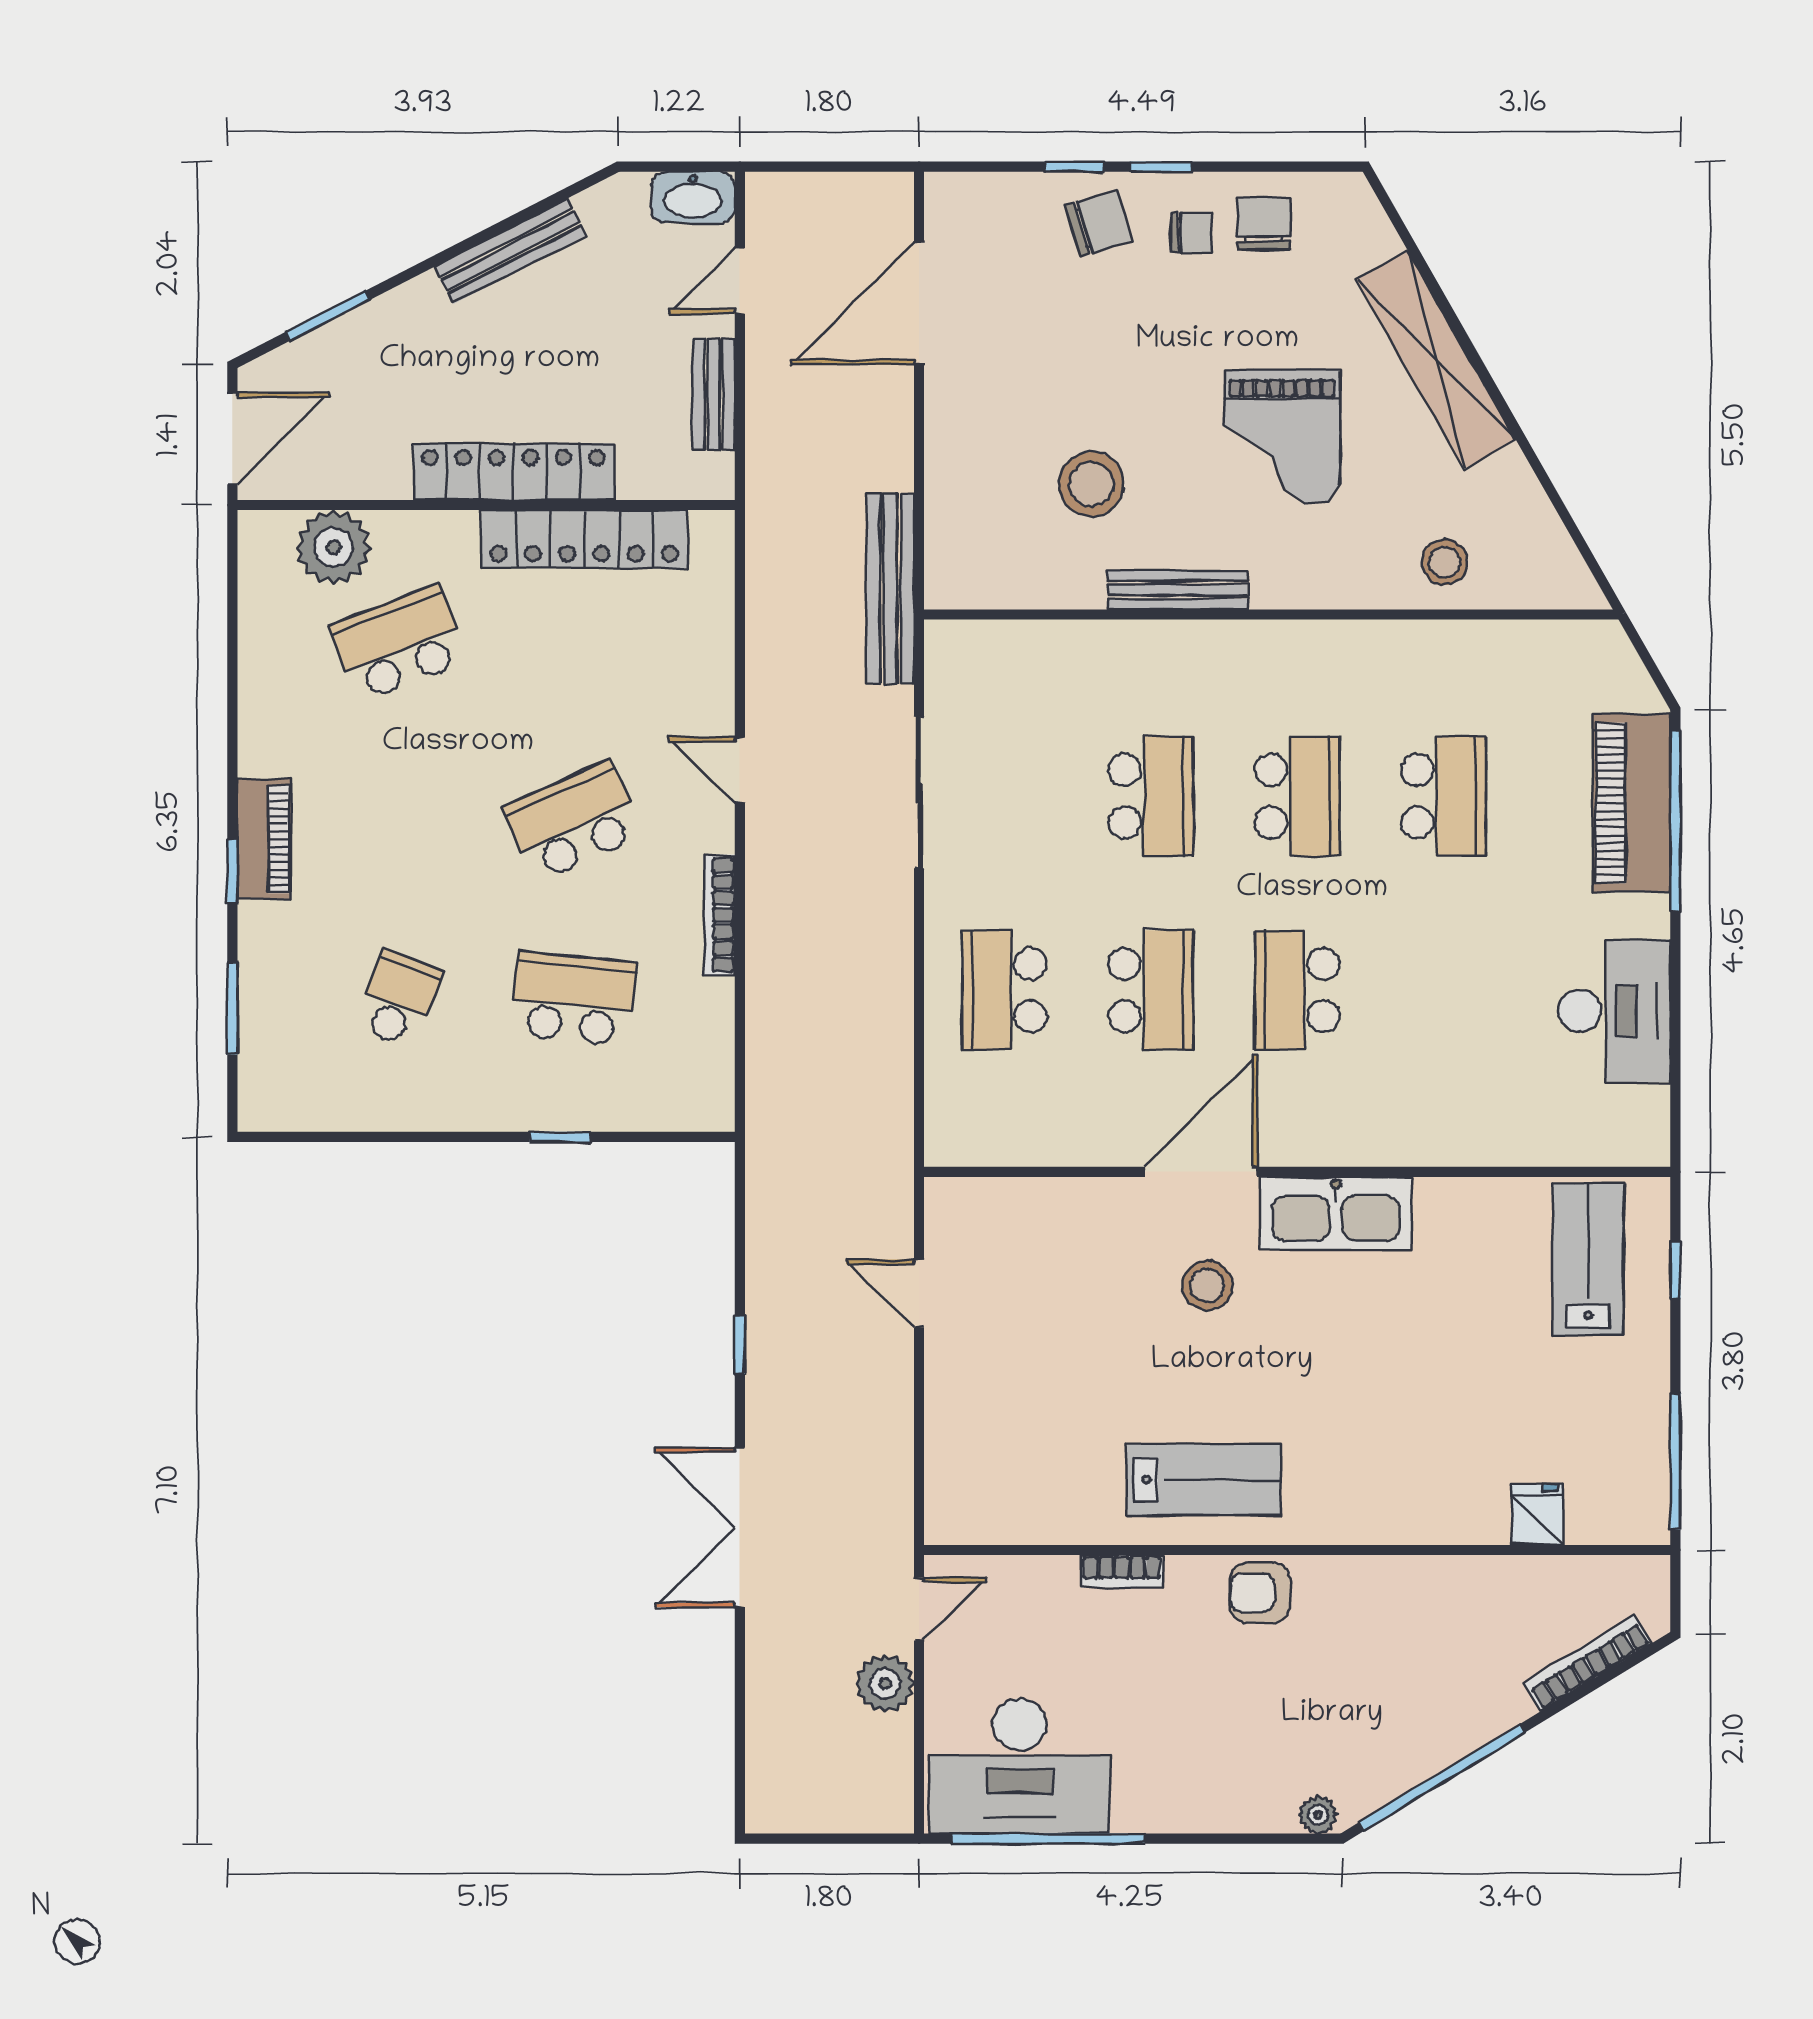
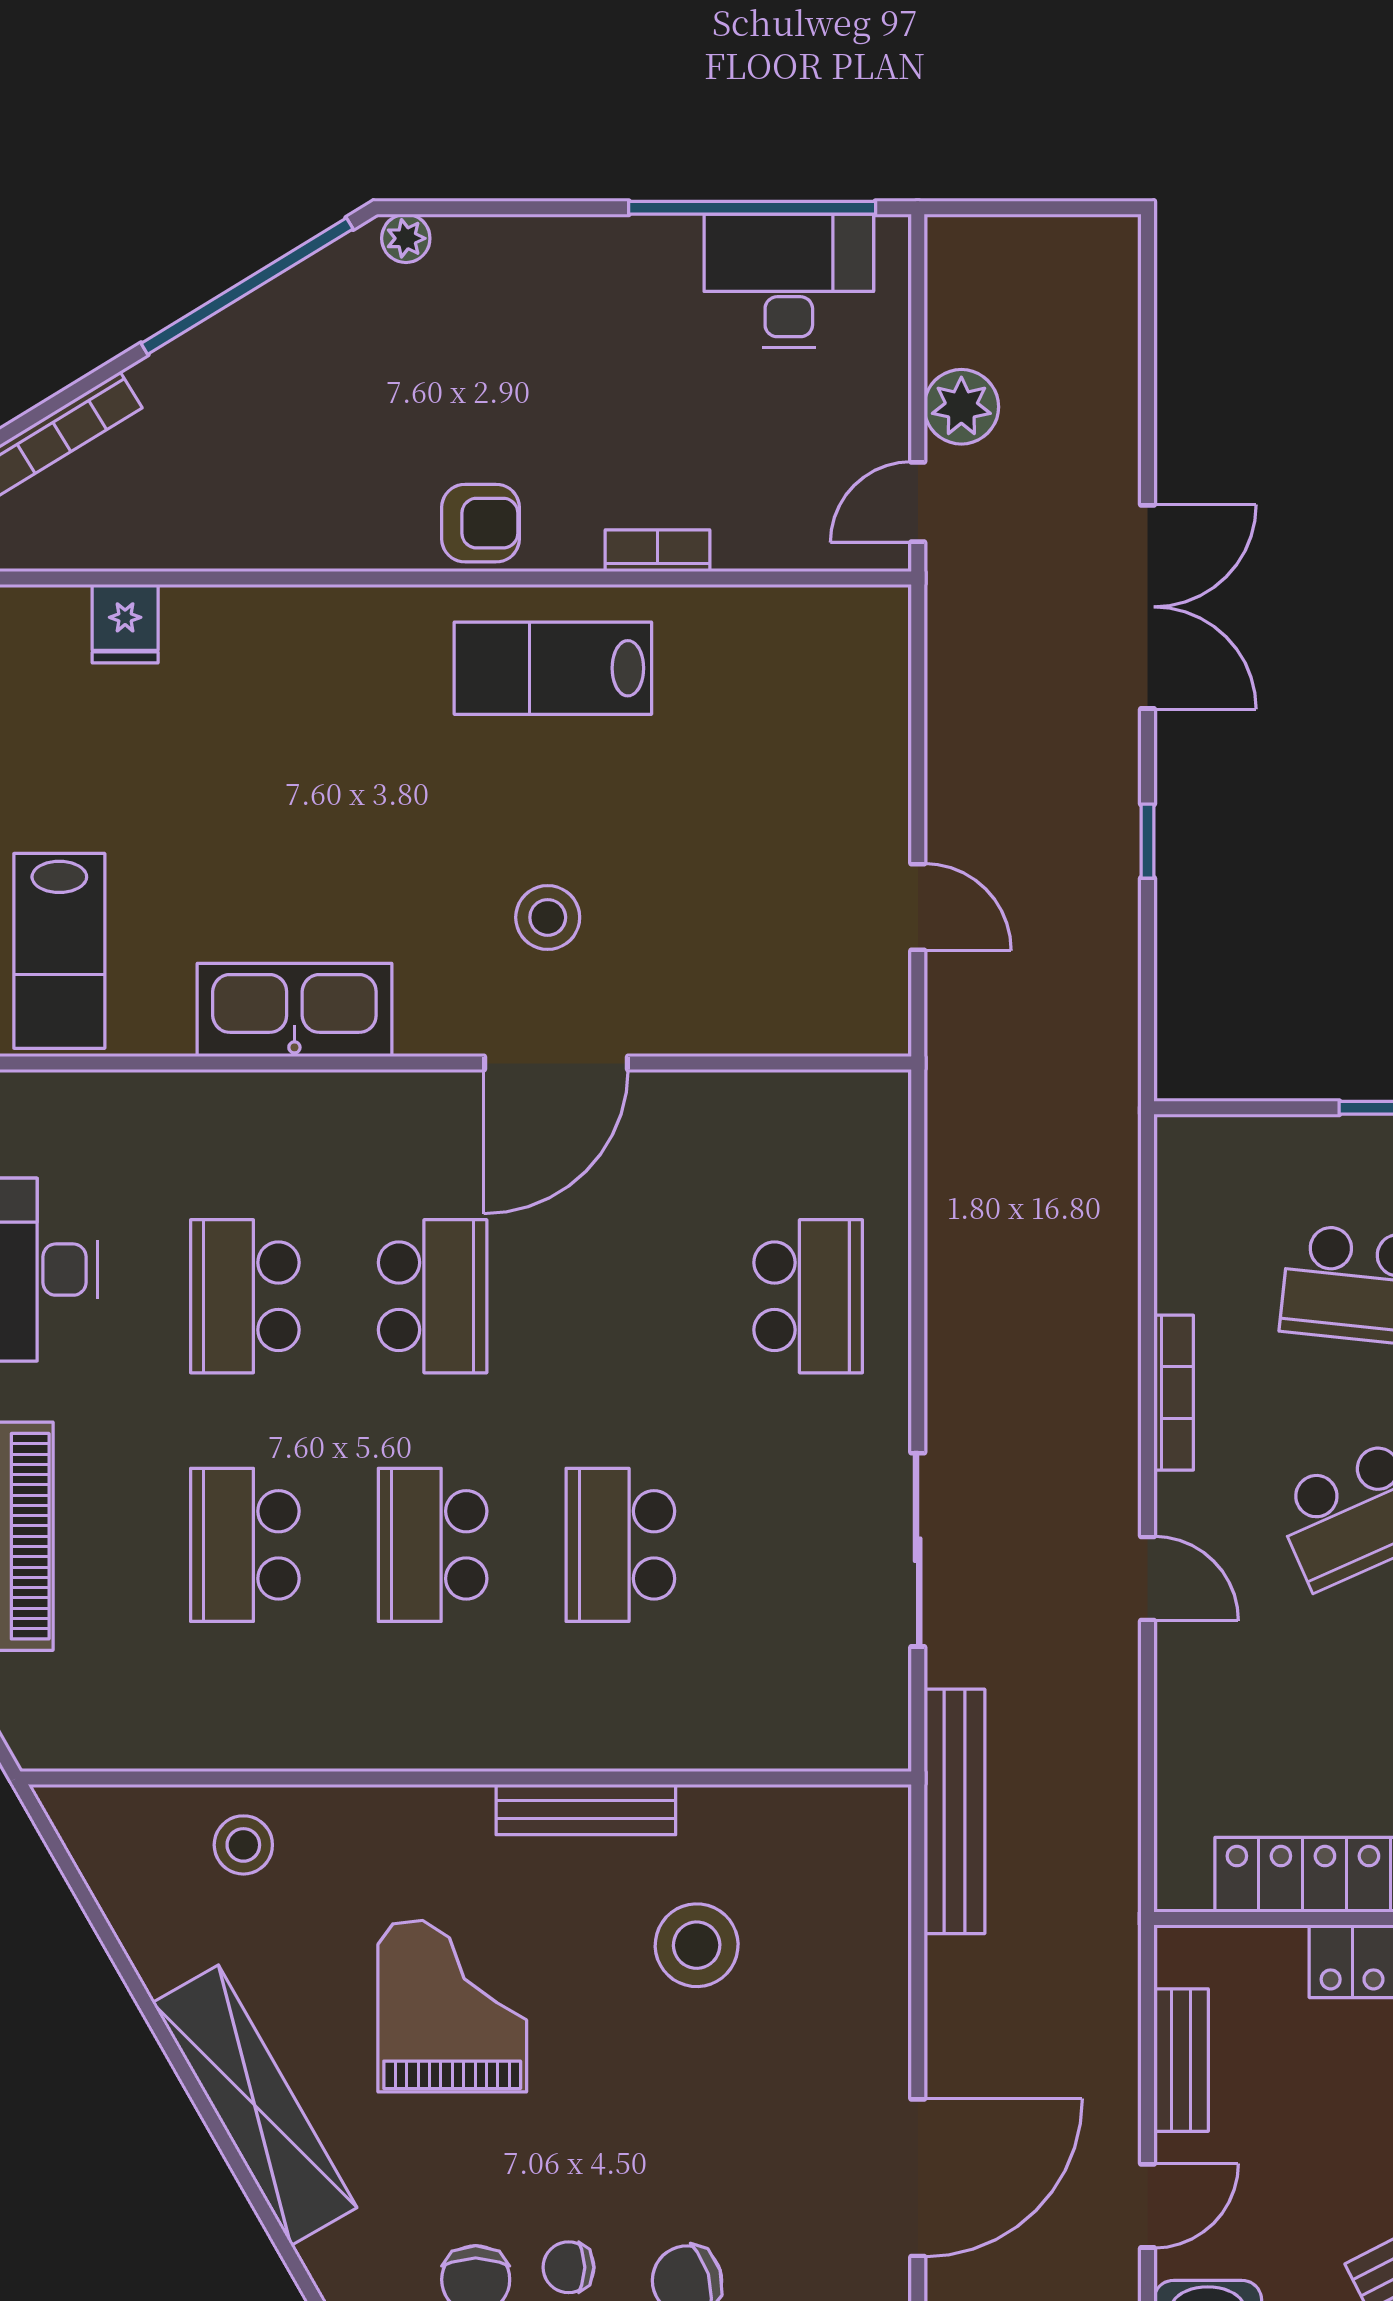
school desk: (1151, 990) -> (245, 1296), moved
kitchen sink: (1336, 1213) -> (294, 1010), moved
desk: (1019, 1766) -> (789, 281), width x0.73, depth x0.77

